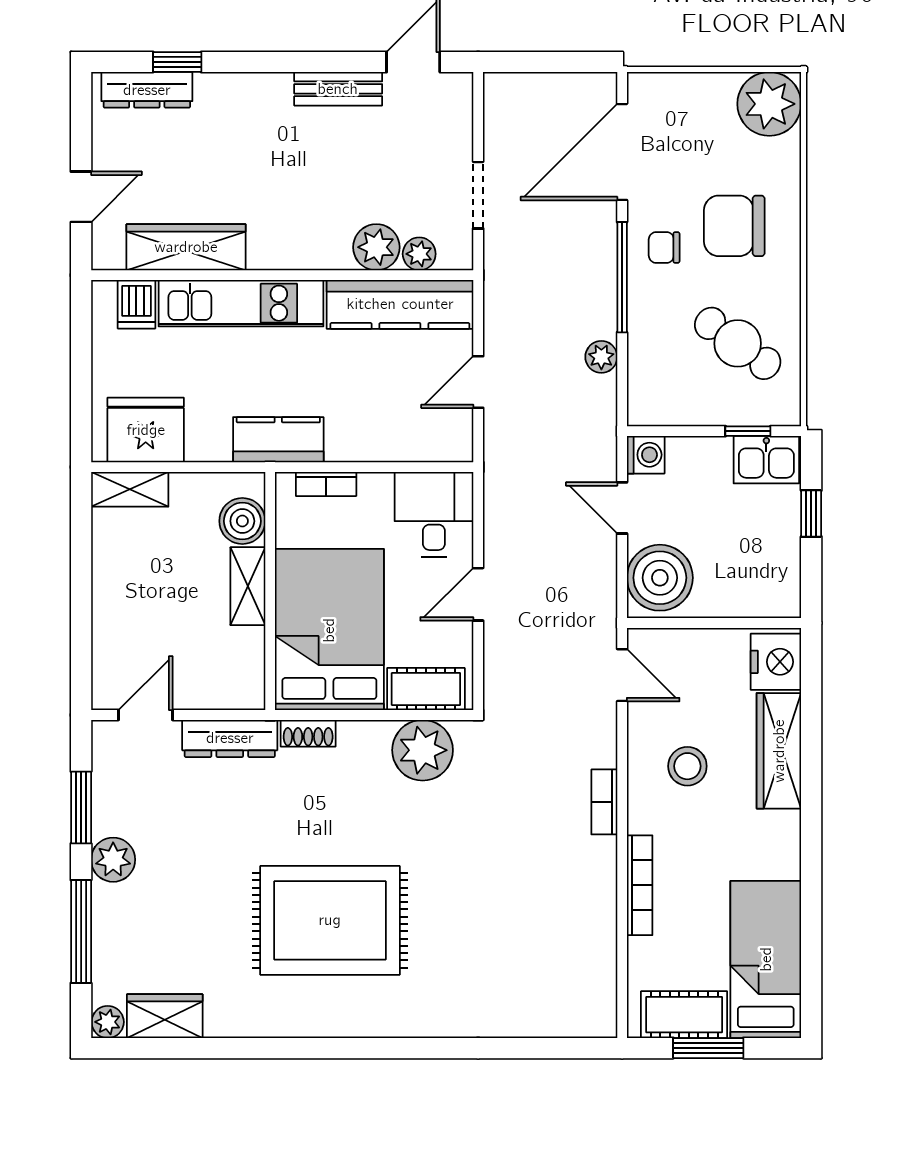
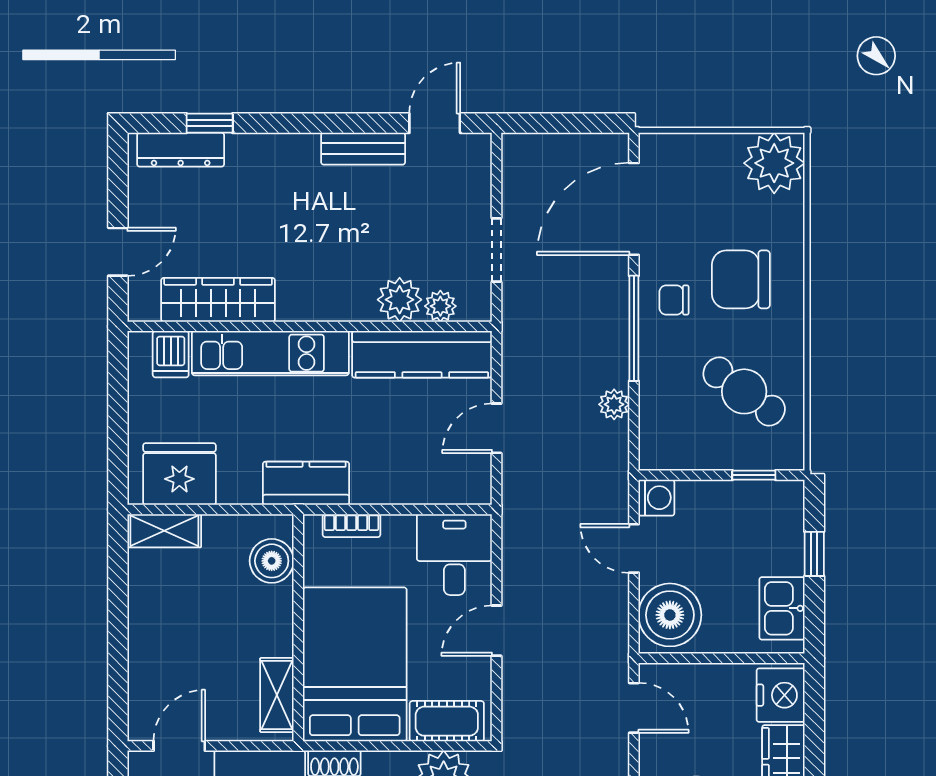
kitchen sink: (766, 460) -> (782, 608), moved, turned 90
shelving: (248, 586) -> (277, 695), moved

